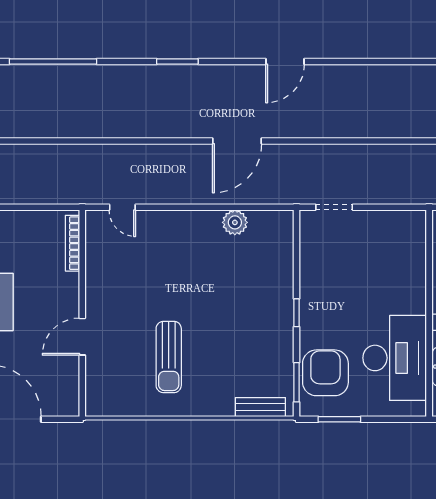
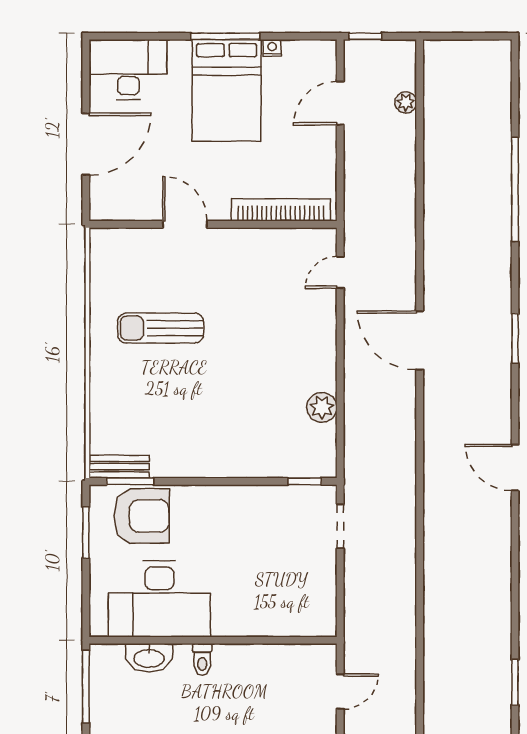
door: (237, 141) -> (420, 340), moved
bookcase: (72, 243) -> (281, 210), width x1.48, depth x1.31
window: (297, 313) -> (305, 481), moved
bench: (260, 407) -> (119, 467), moved, turned 90

